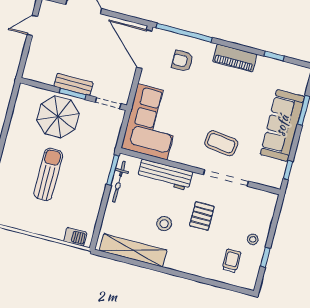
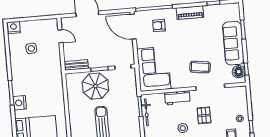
door: (32, 25) -> (60, 36), swing flipped
bench: (74, 84) -> (76, 65), moved
floor lamp: (275, 170) -> (239, 72), added
workbench: (165, 175) -> (177, 98), width x0.73

